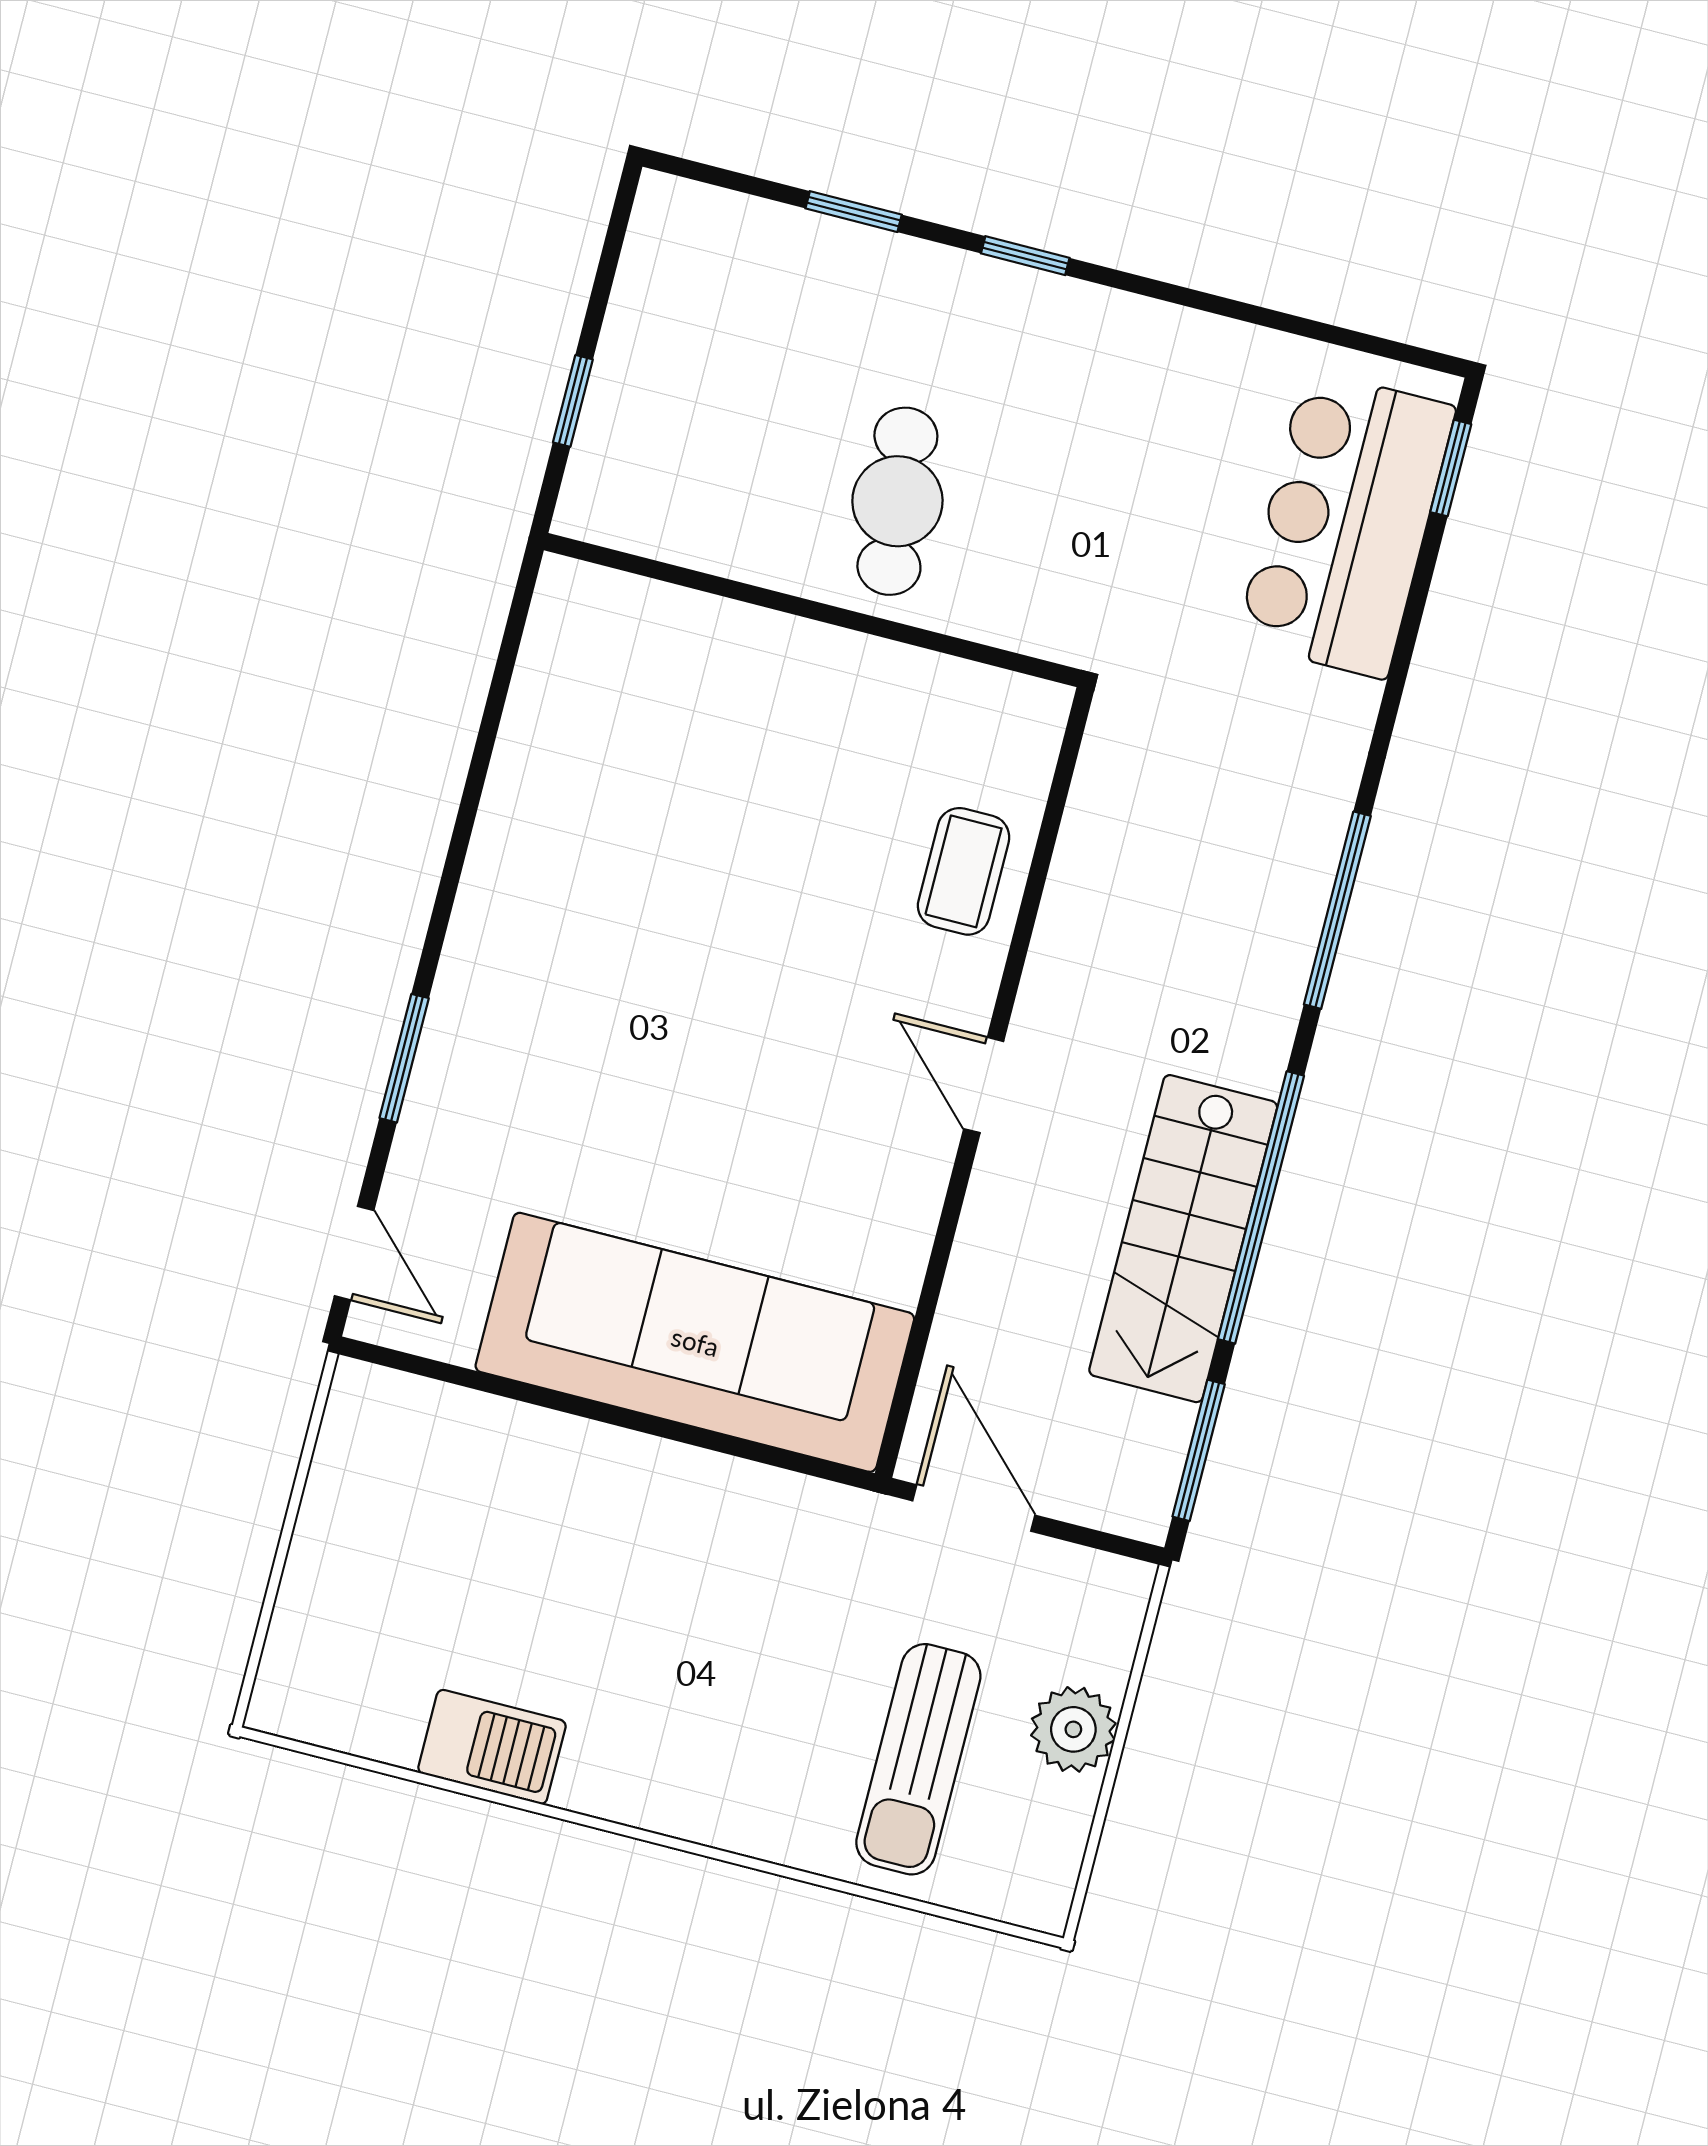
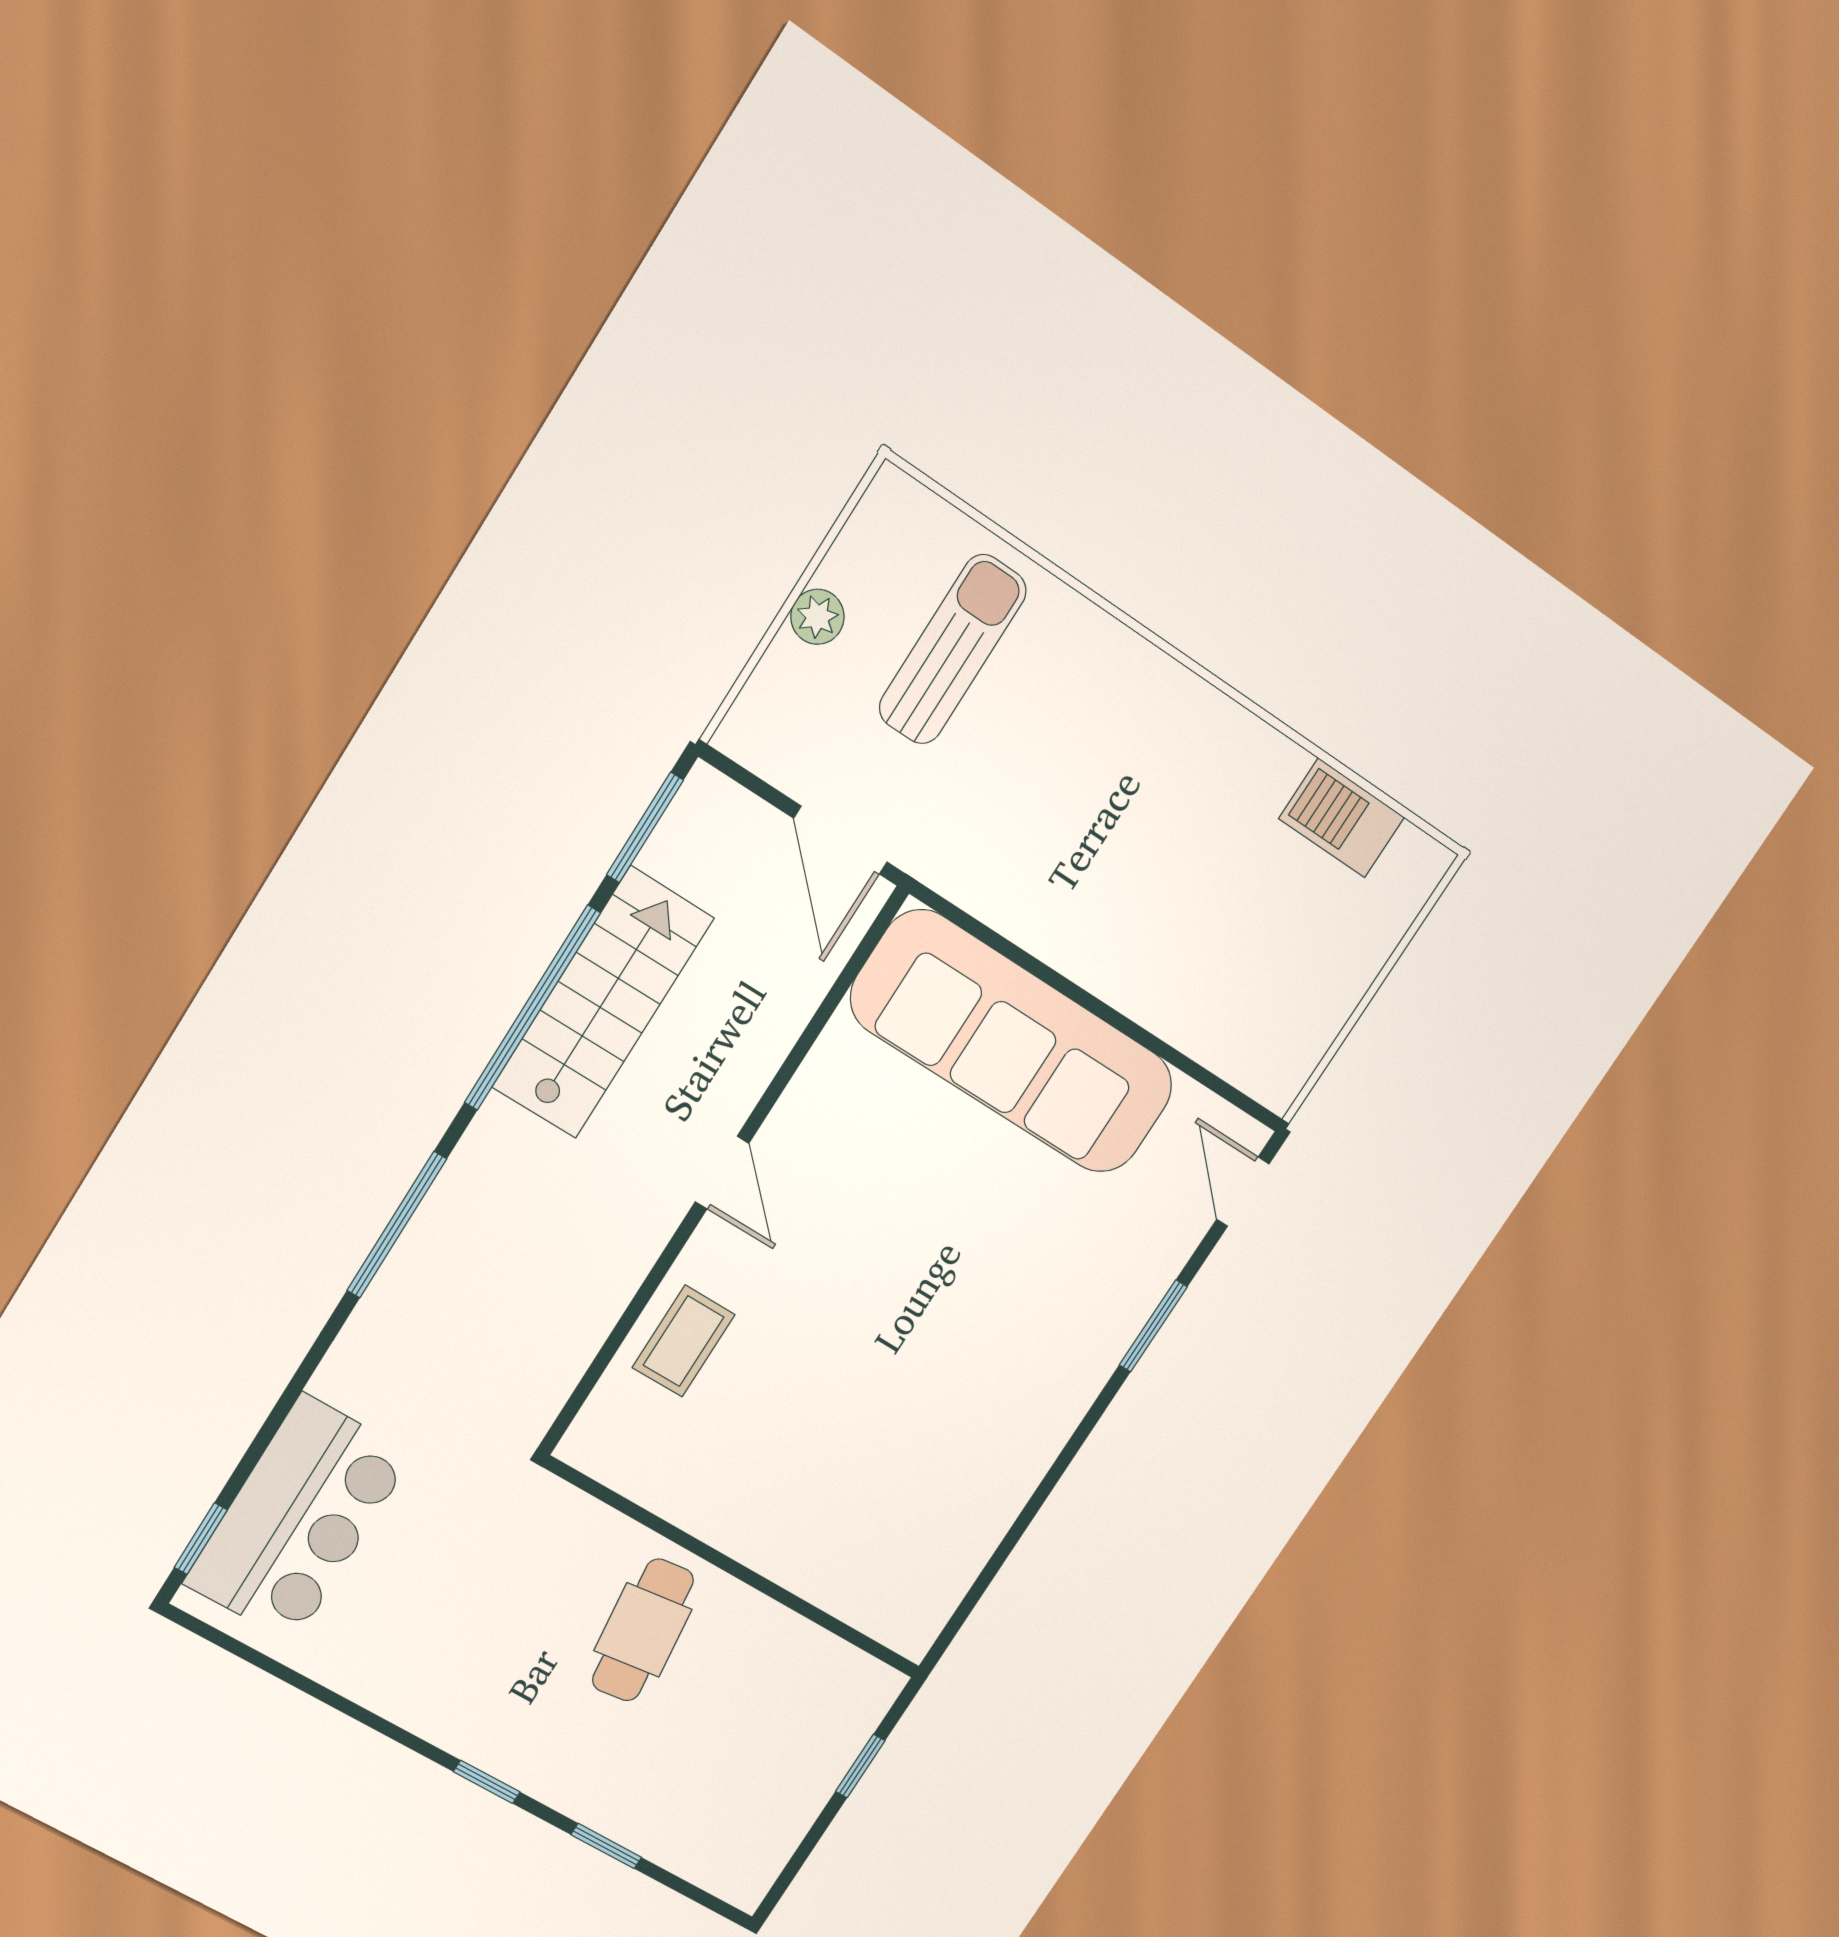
plant: (1073, 1729) -> (817, 617), width x0.73, depth x0.73
barbecue: (492, 1747) -> (1342, 818), moved

